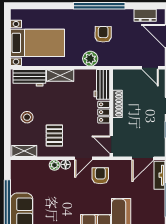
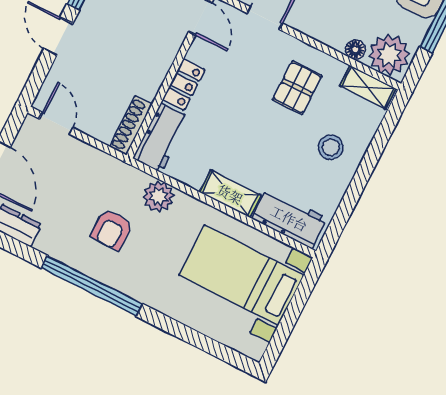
shoe rack: (118, 104) -> (131, 126), moved
floor lamp: (66, 164) -> (355, 50), moved
plant: (55, 165) -> (389, 55), moved, width x1.88, depth x1.88

